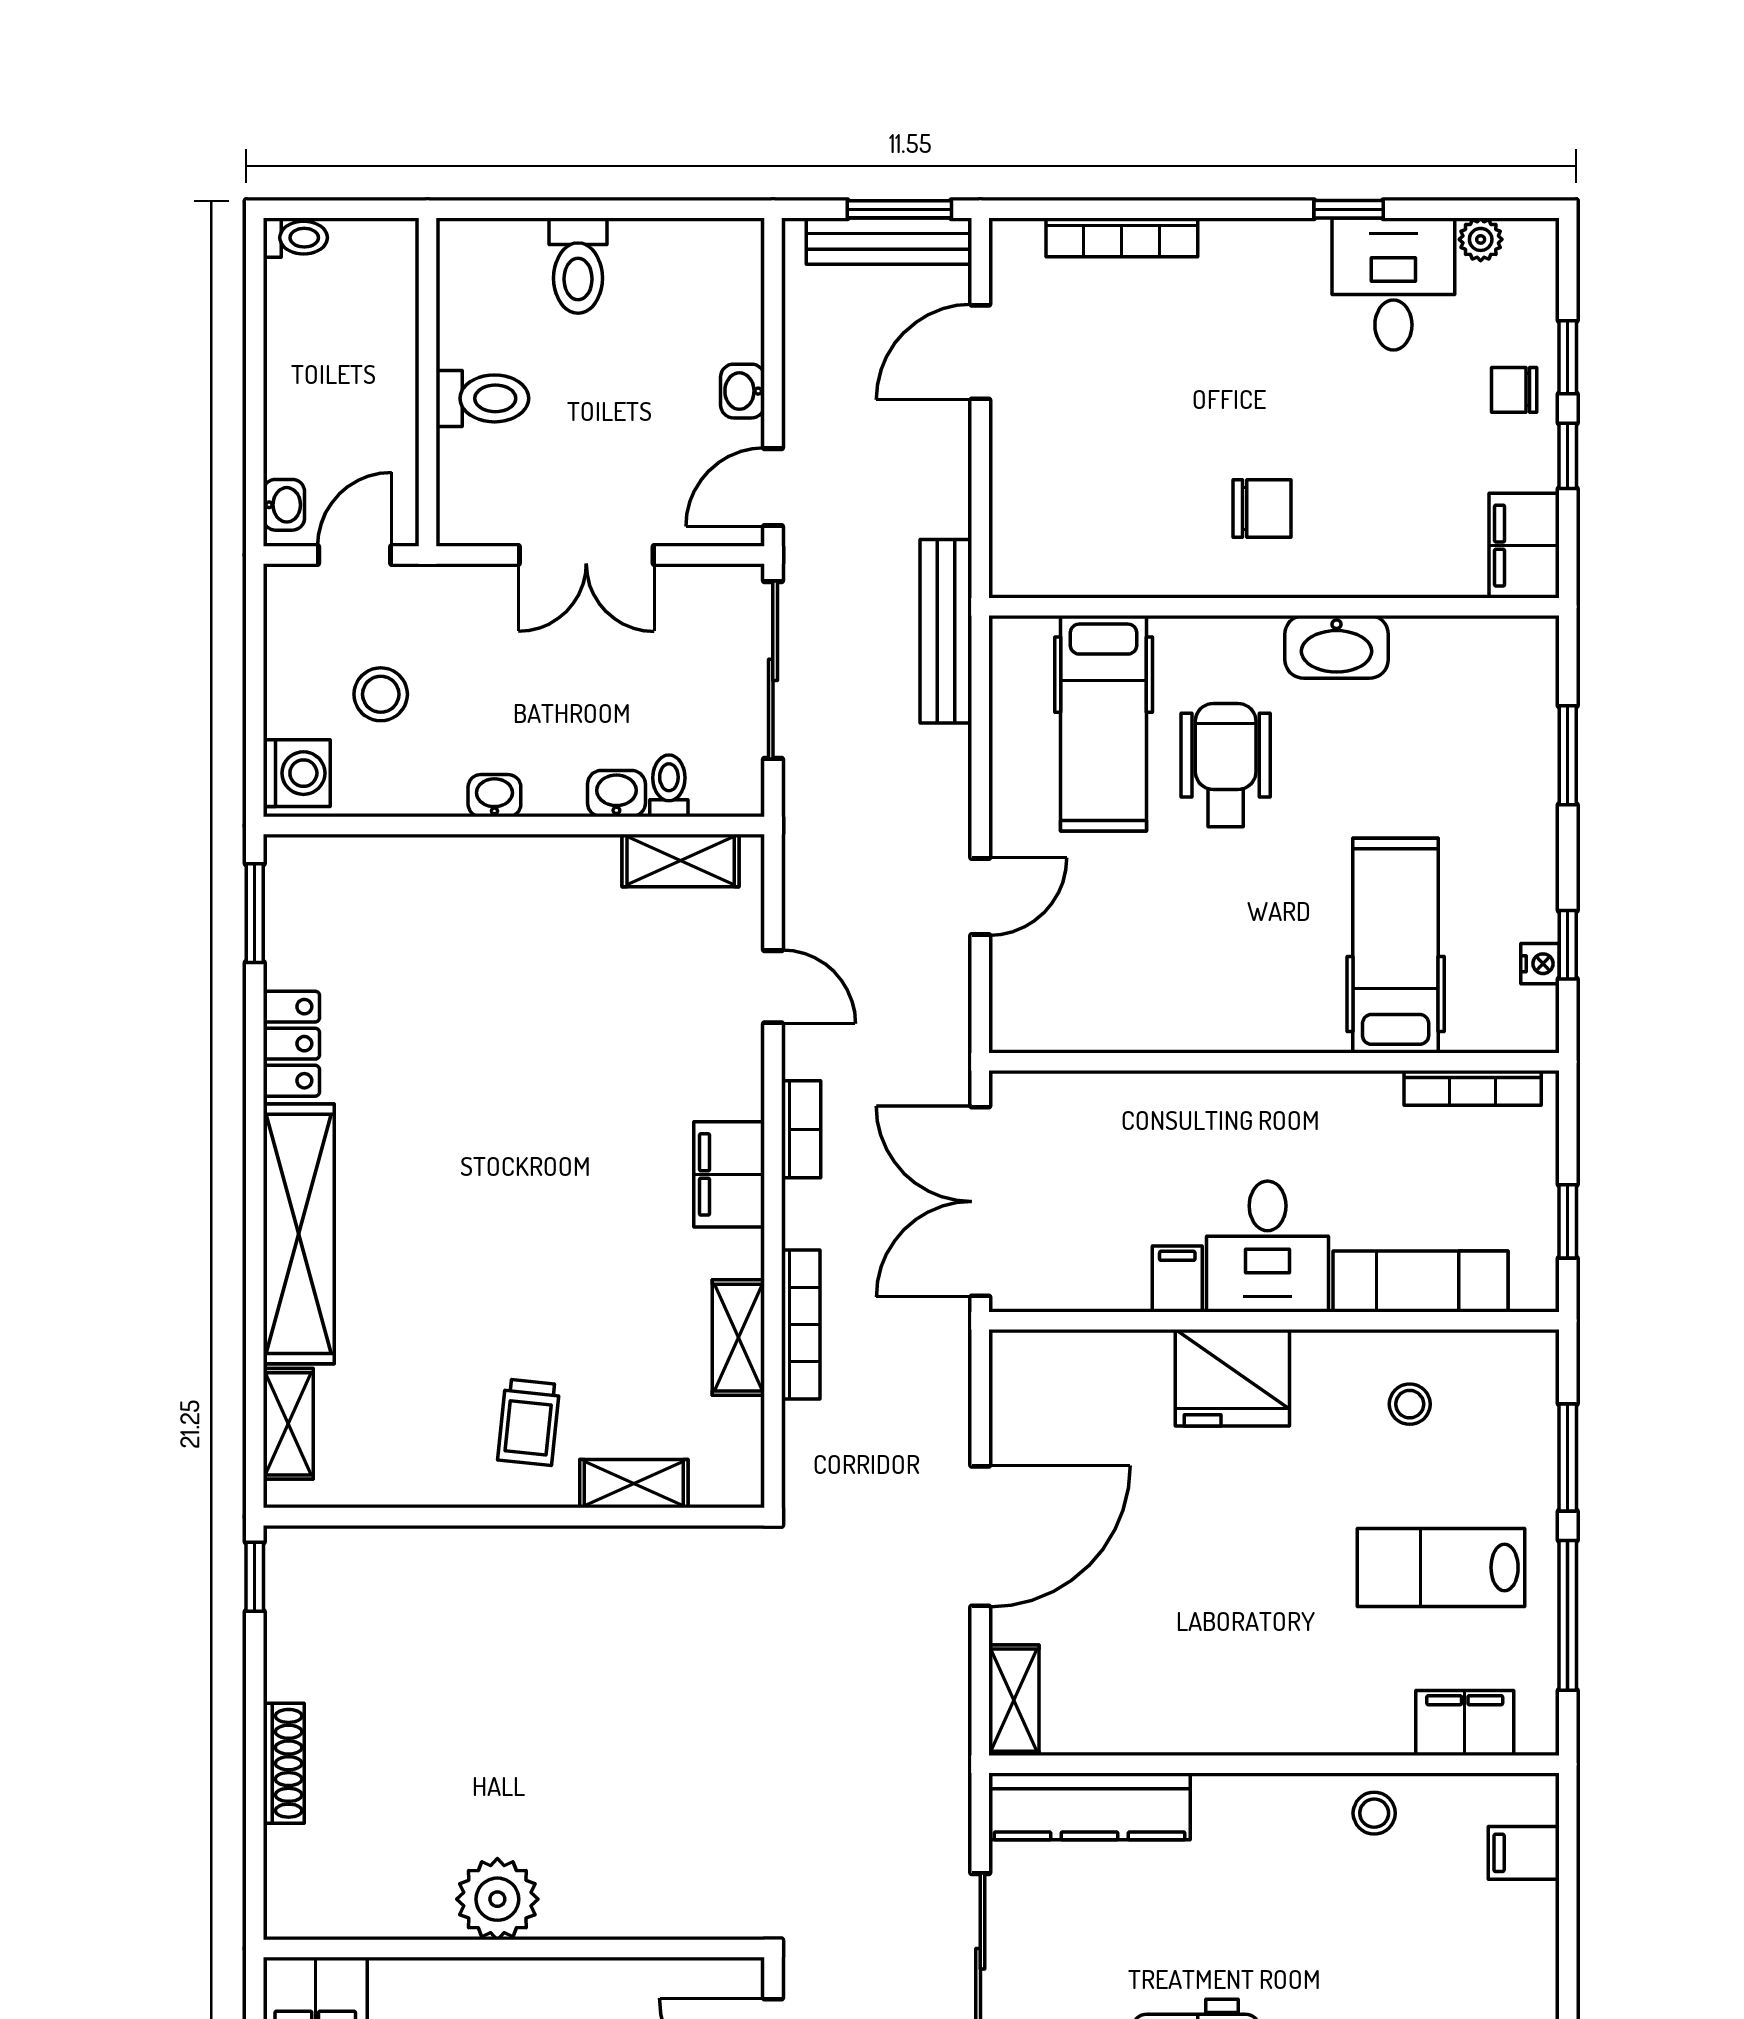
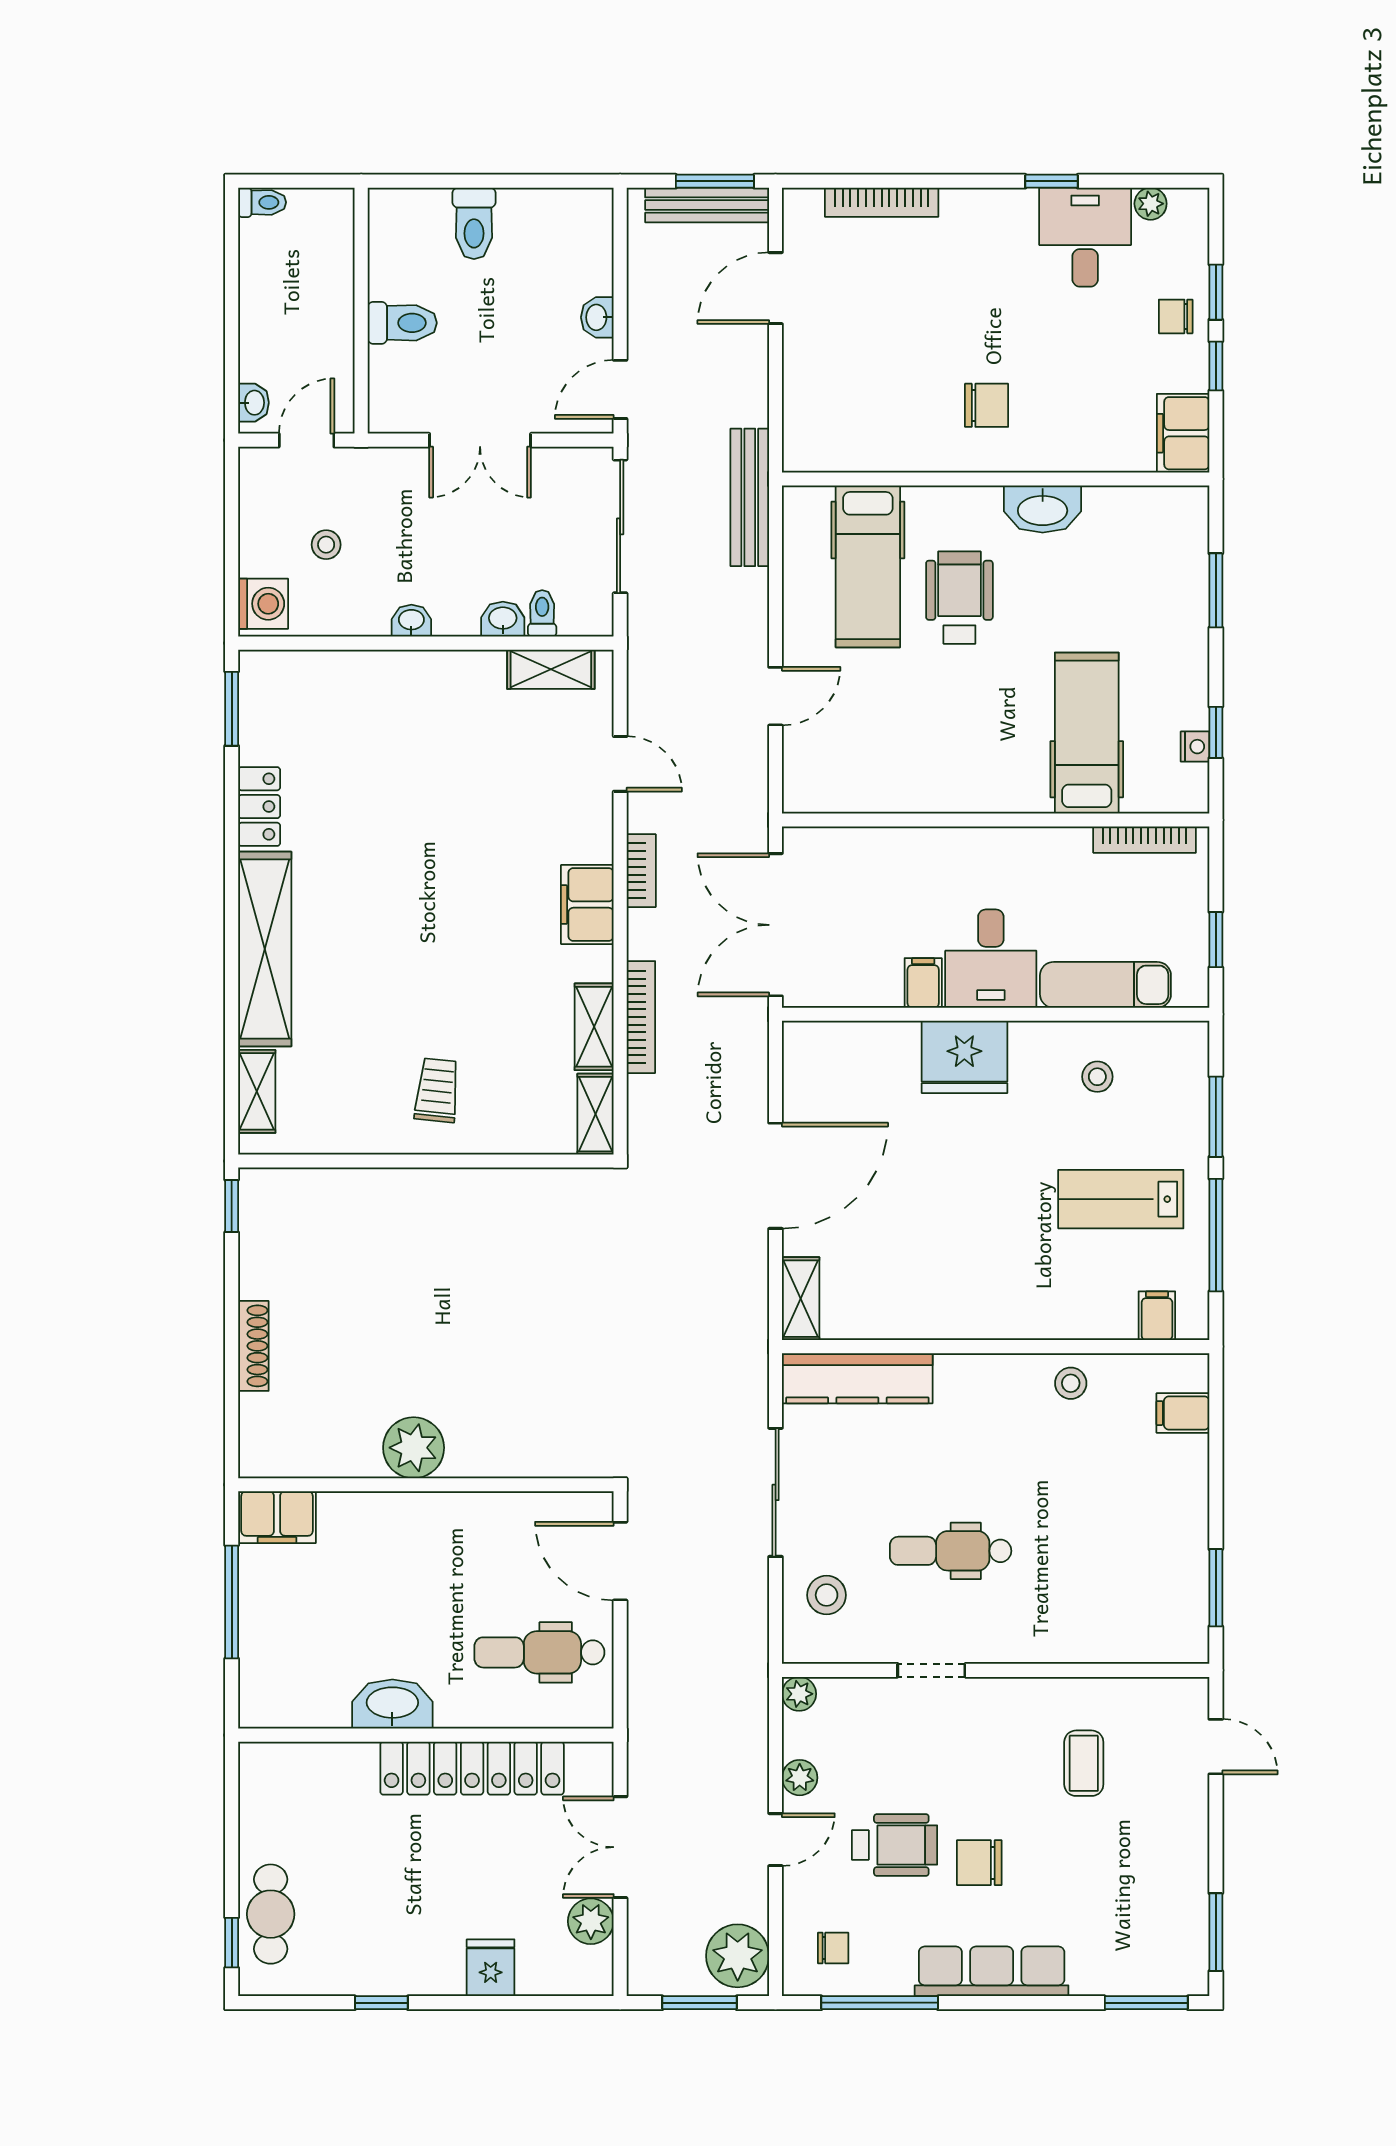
stool: (381, 694) -> (326, 545), width x0.73, depth x0.73
trolley: (529, 1422) -> (437, 1090), turned 180
shelving: (634, 1484) -> (595, 1114), moved, turned 90
filing cabinet: (1465, 1723) -> (1157, 1316), width x0.50

